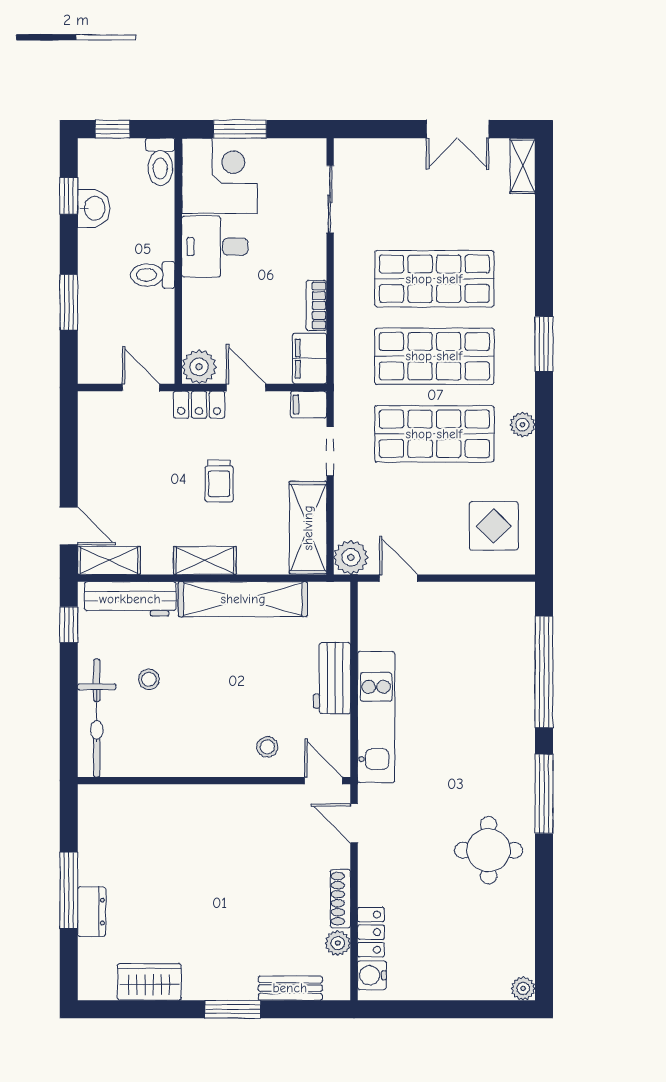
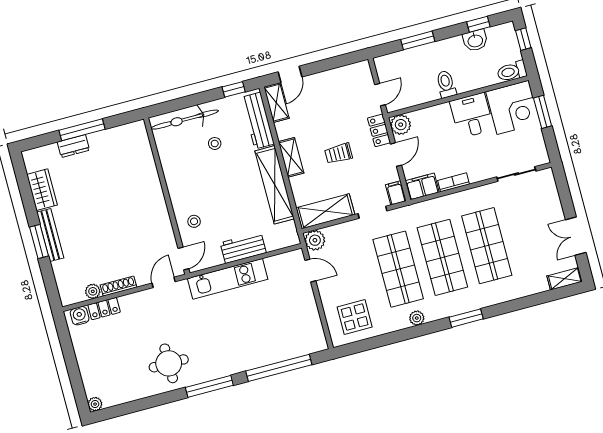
door: (399, 578) -> (310, 271), hinge flipped
bench: (290, 988) -> (50, 235), moved, width x1.36

